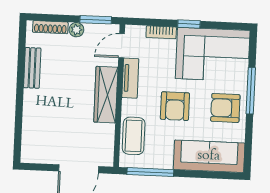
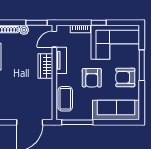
wardrobe: (106, 95) -> (45, 66), width x0.67

